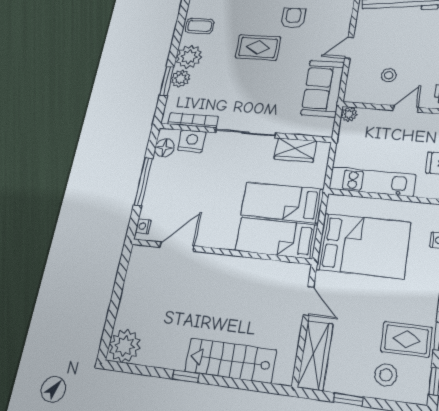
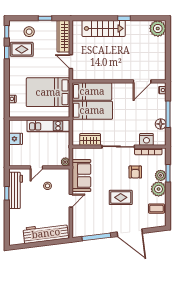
armchair: (293, 18) -> (135, 172), moved
floor lamp: (164, 148) -> (161, 124), moved

